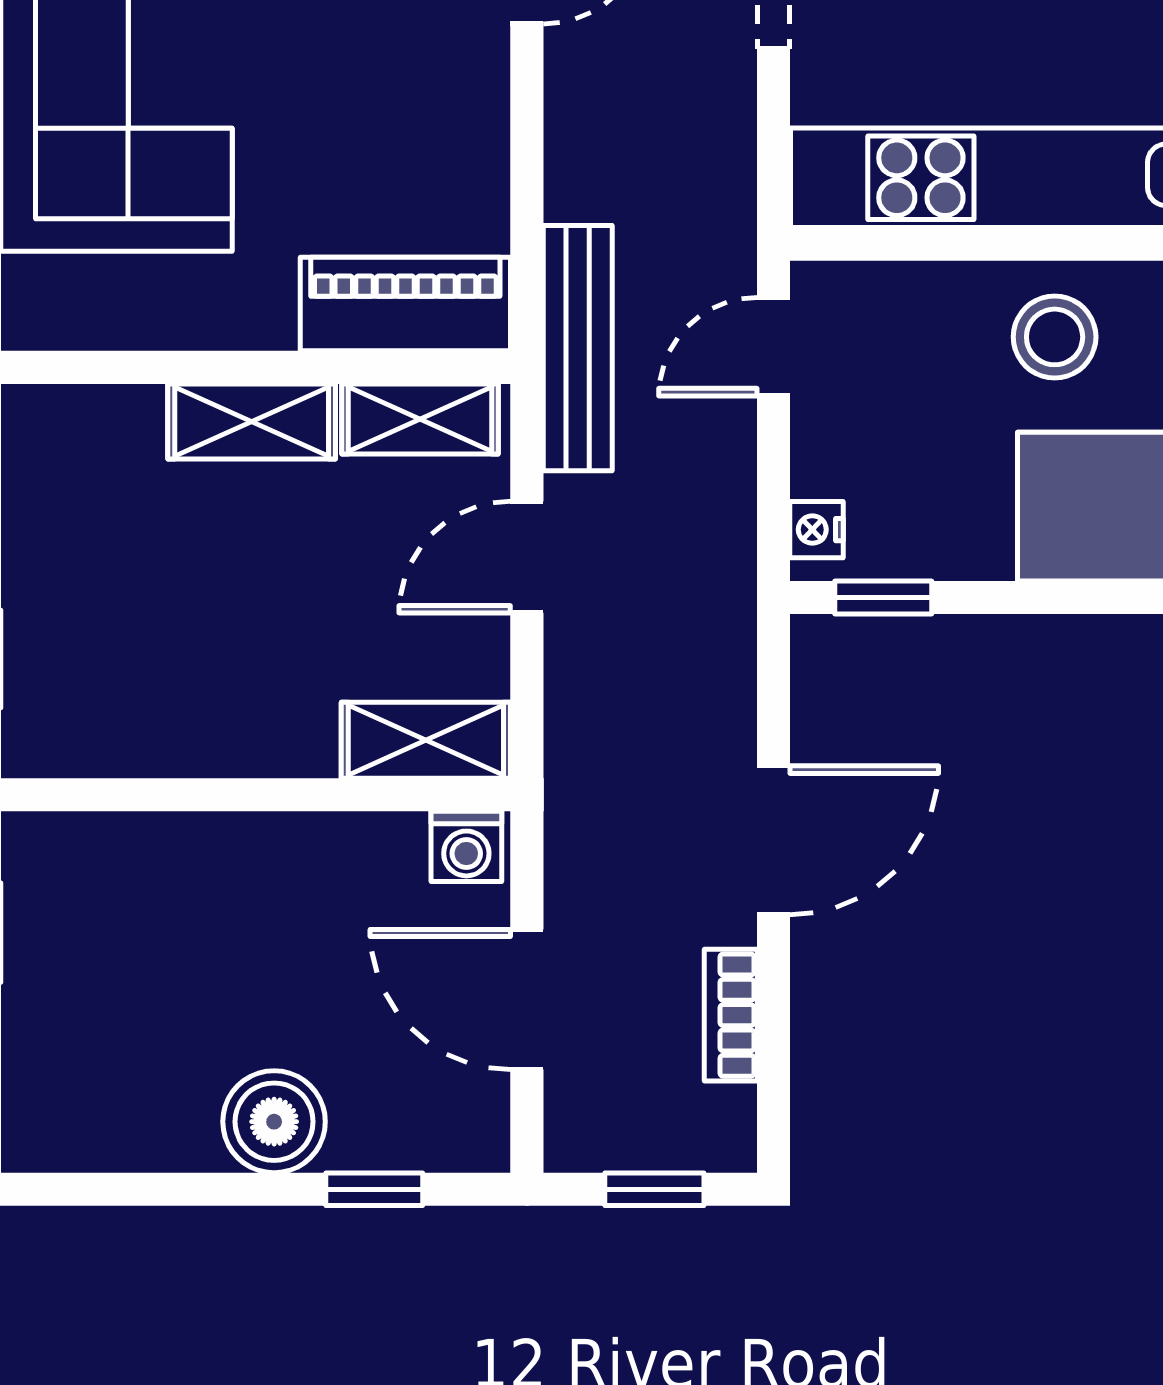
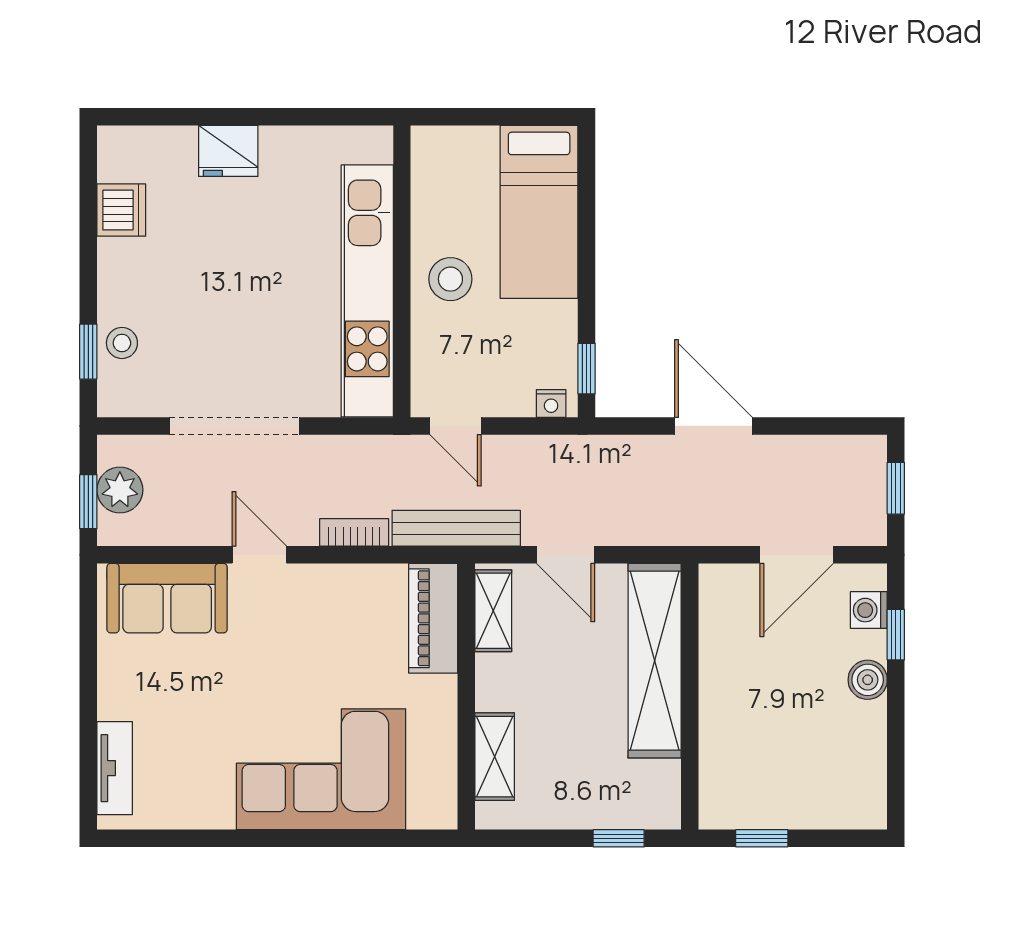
shelving: (252, 421) -> (495, 757), moved
shelving: (426, 740) -> (655, 661), width x2.20, depth x1.33
washing machine: (466, 846) -> (869, 610), moved, turned 180
bookcase: (731, 1015) -> (354, 532), moved, turned 180
boiler: (274, 1122) -> (868, 680), width x0.73, depth x0.73

